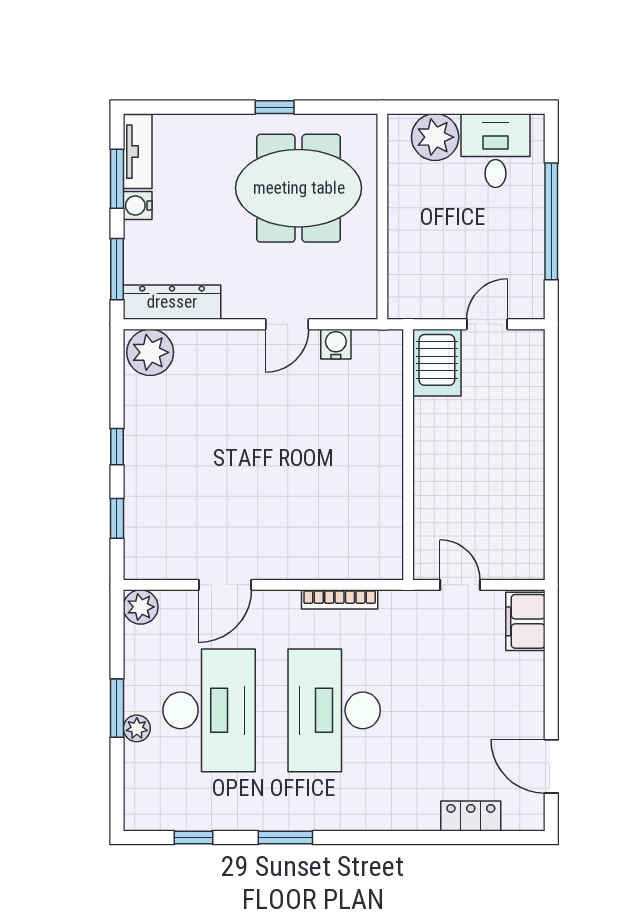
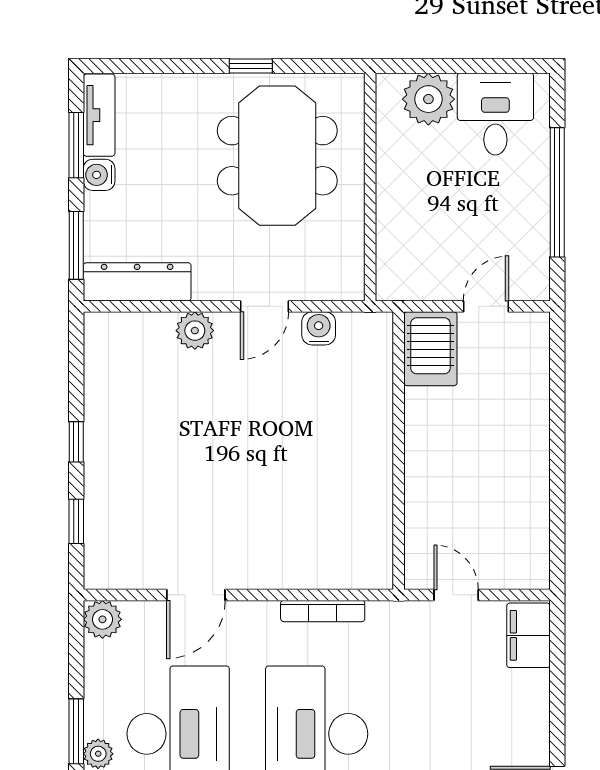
meeting table: (299, 188) -> (277, 156), turned 90
plant: (150, 352) -> (195, 331), moved, width x0.73, depth x0.73

